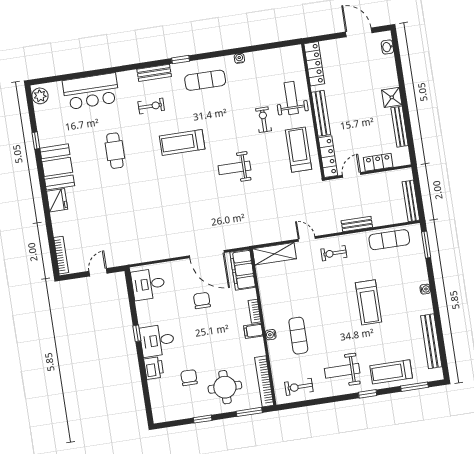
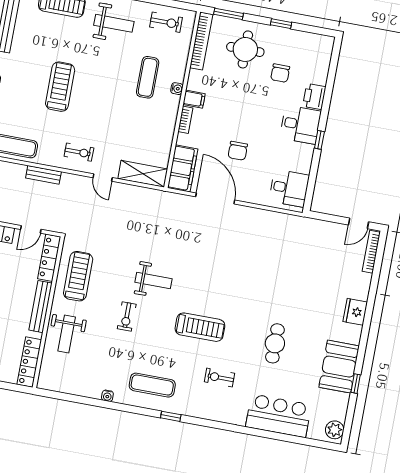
bench: (154, 73) -> (204, 412), removed
exercise bike: (264, 120) -> (127, 316), moved
treadmill: (299, 150) -> (78, 276), turned 180
booth: (57, 167) -> (339, 367), moved
door: (98, 272) -> (358, 223), moved

